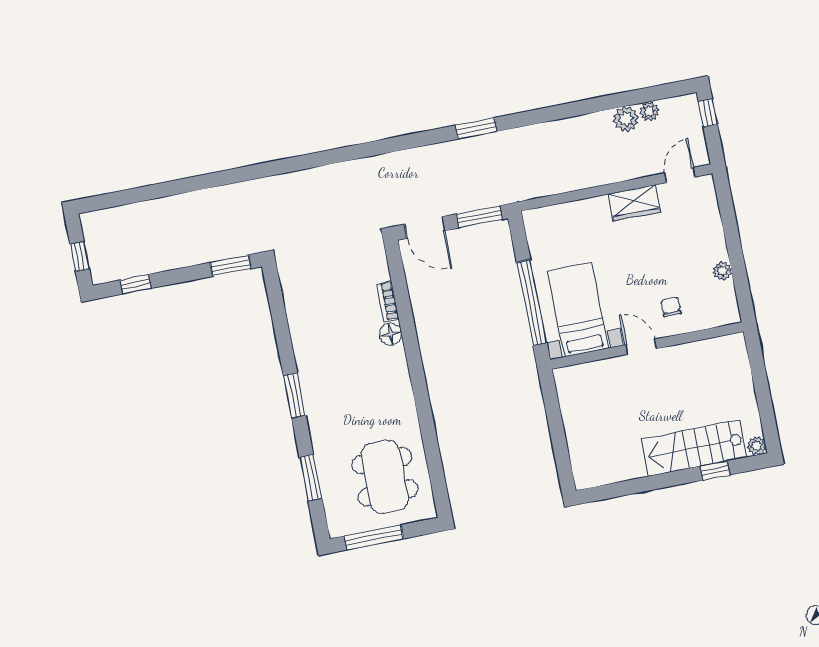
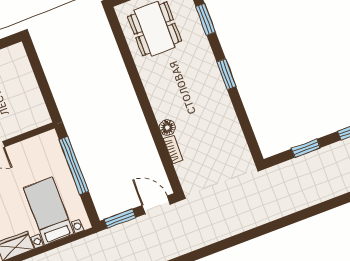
window: (231, 266) -> (306, 148), moved
bed with nightstands: (578, 310) -> (49, 211), moved, turned 180

